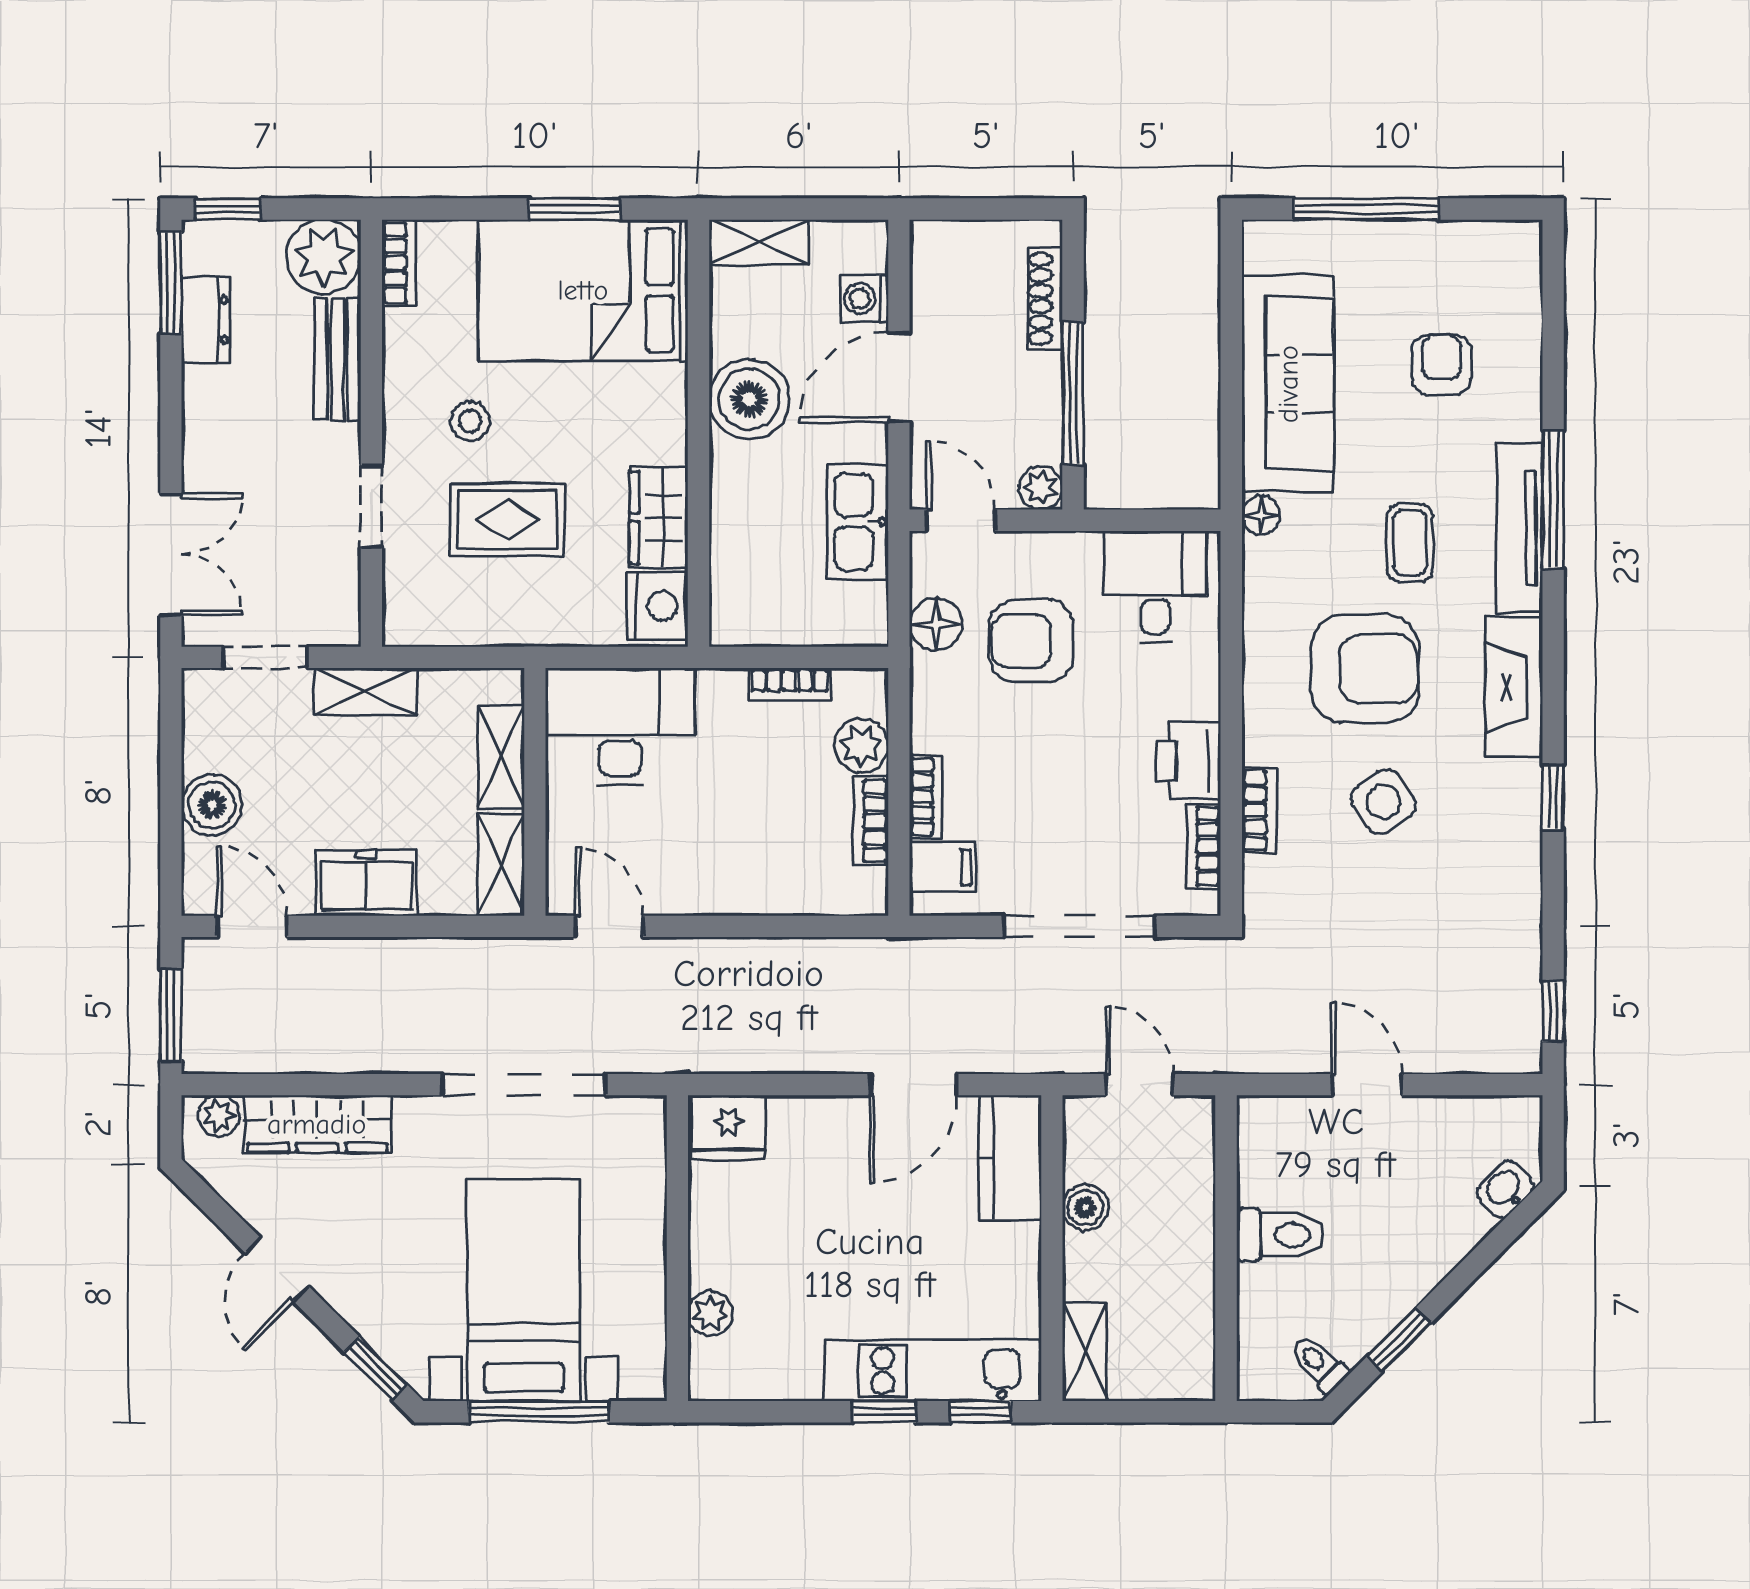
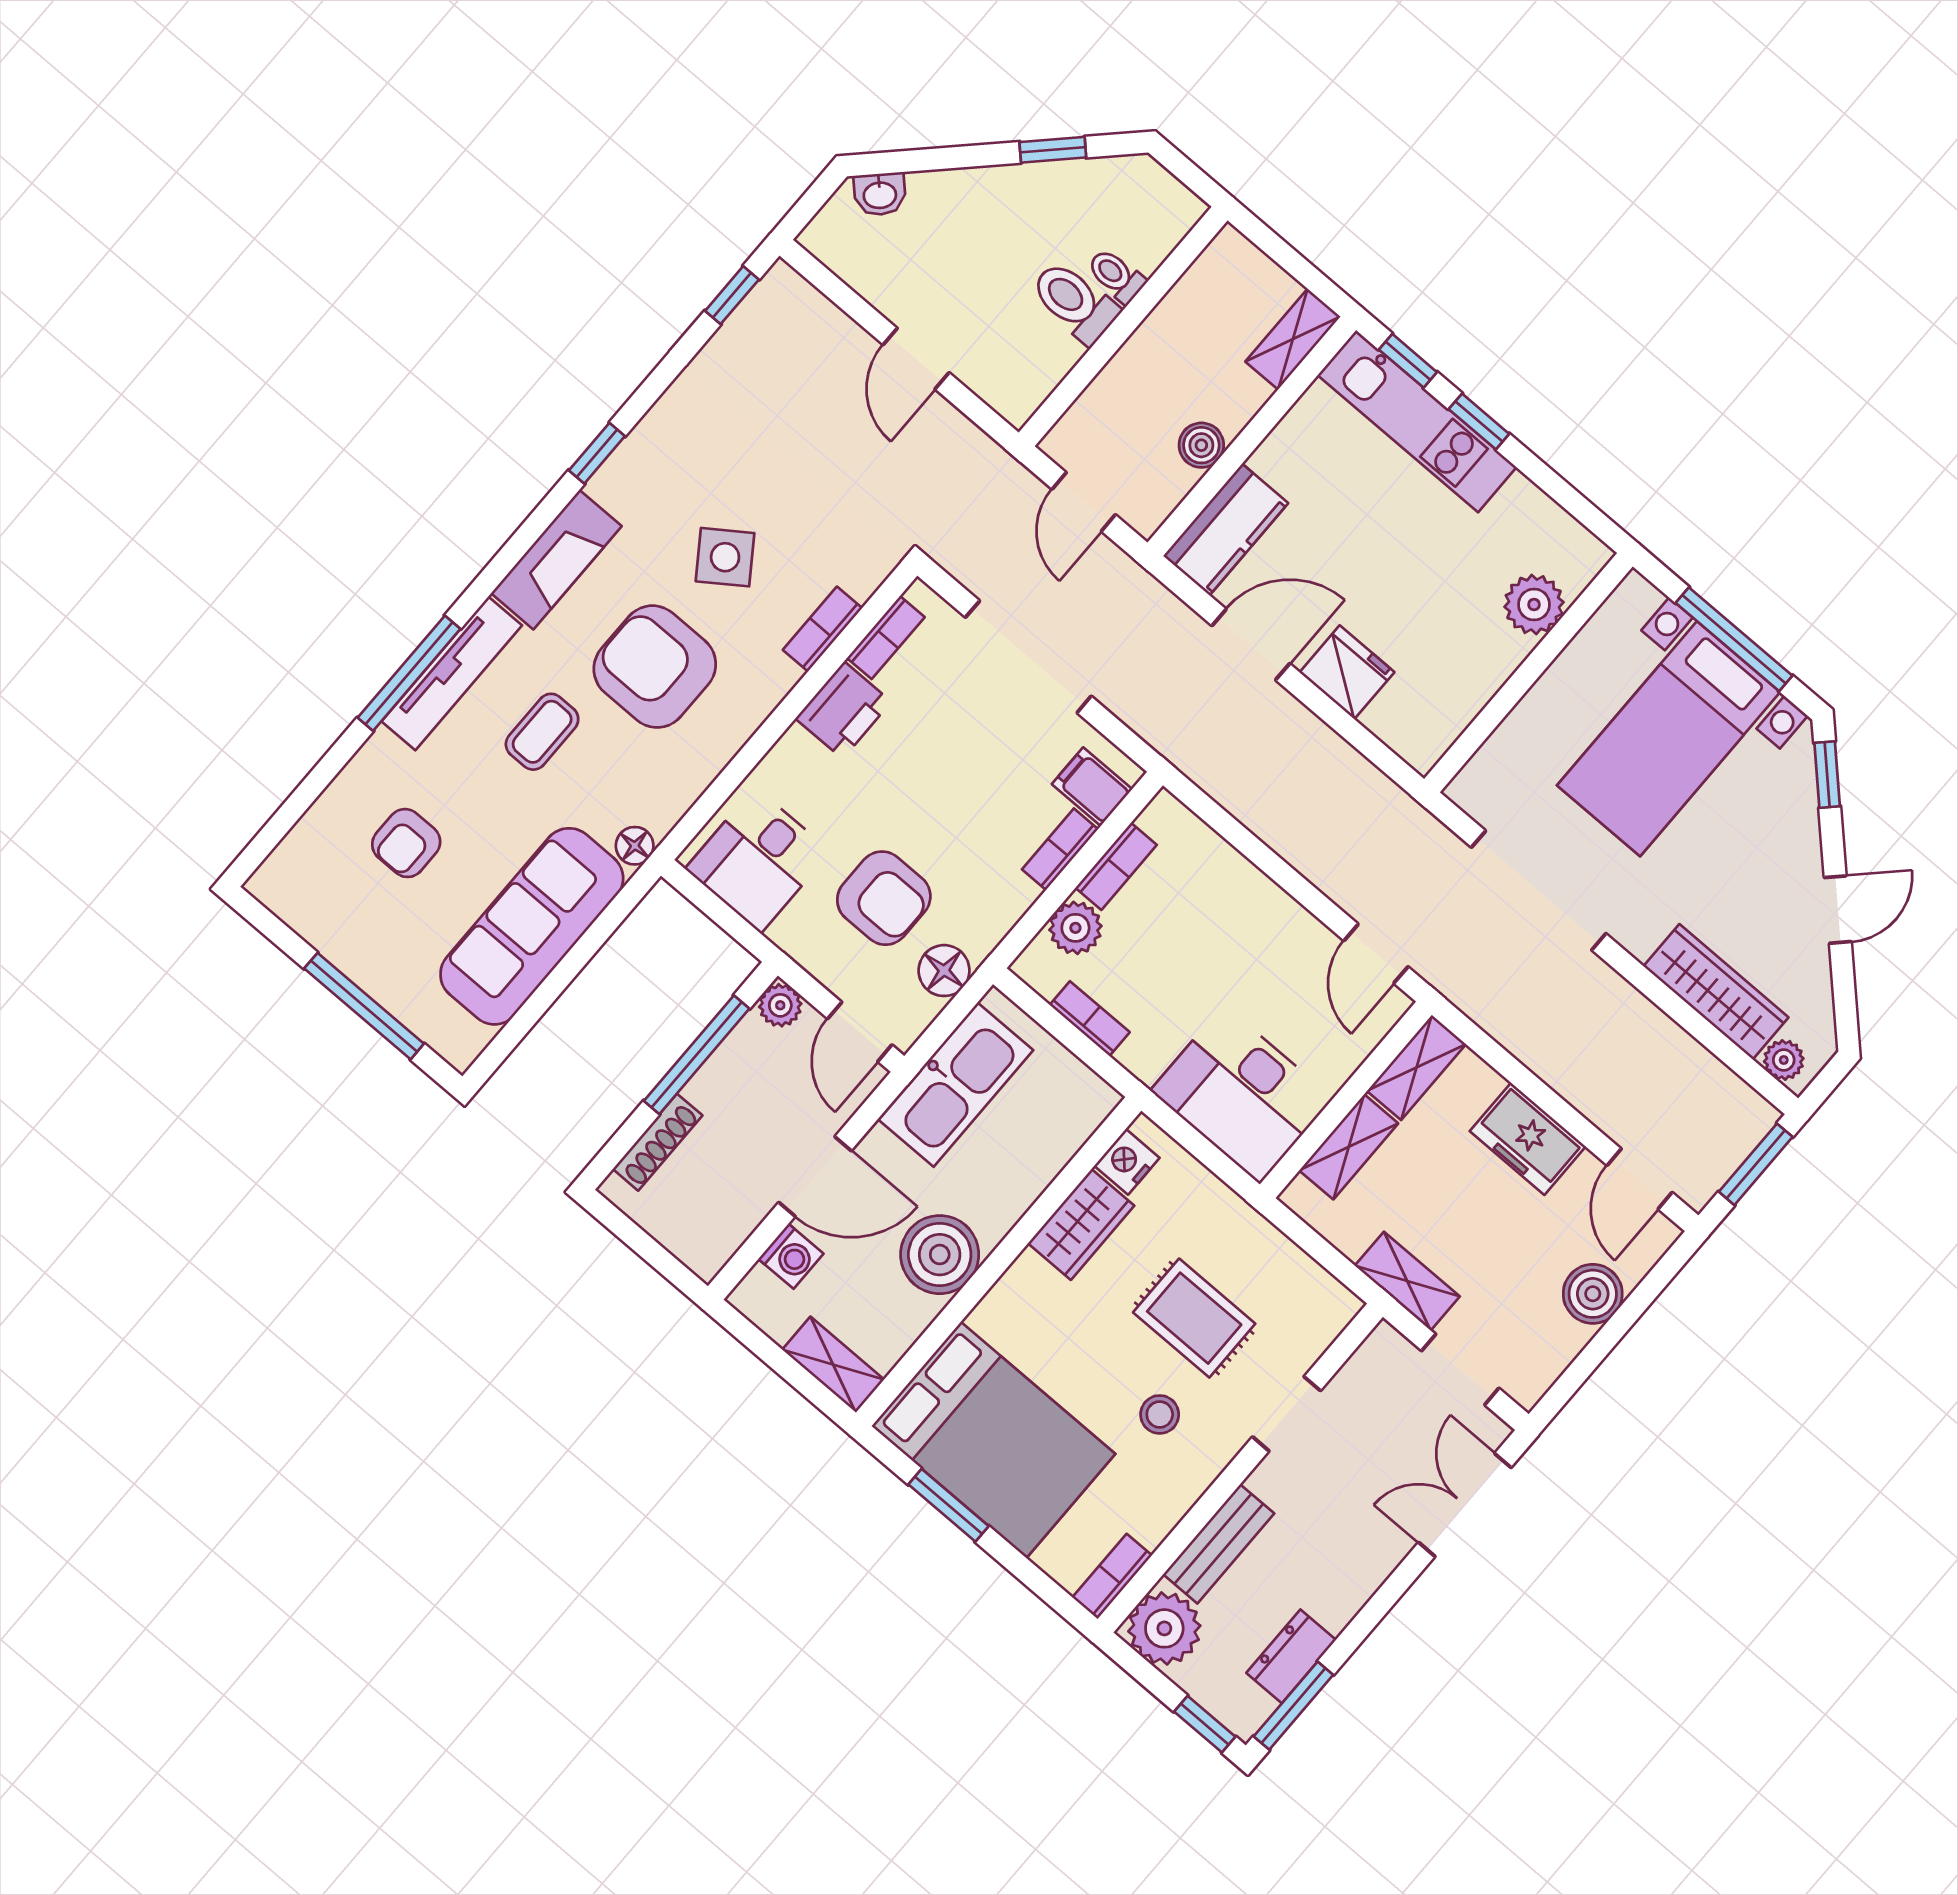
kitchen sink: (858, 522) -> (955, 1085), width x1.36, depth x1.24
nightstand: (657, 606) -> (1127, 1162), width x0.74, depth x0.75
fridge: (728, 1127) -> (1347, 672), moved
plant: (710, 1314) -> (1534, 605), width x1.38, depth x1.38
toilet: (1319, 1364) -> (1116, 276), moved, turned 135

